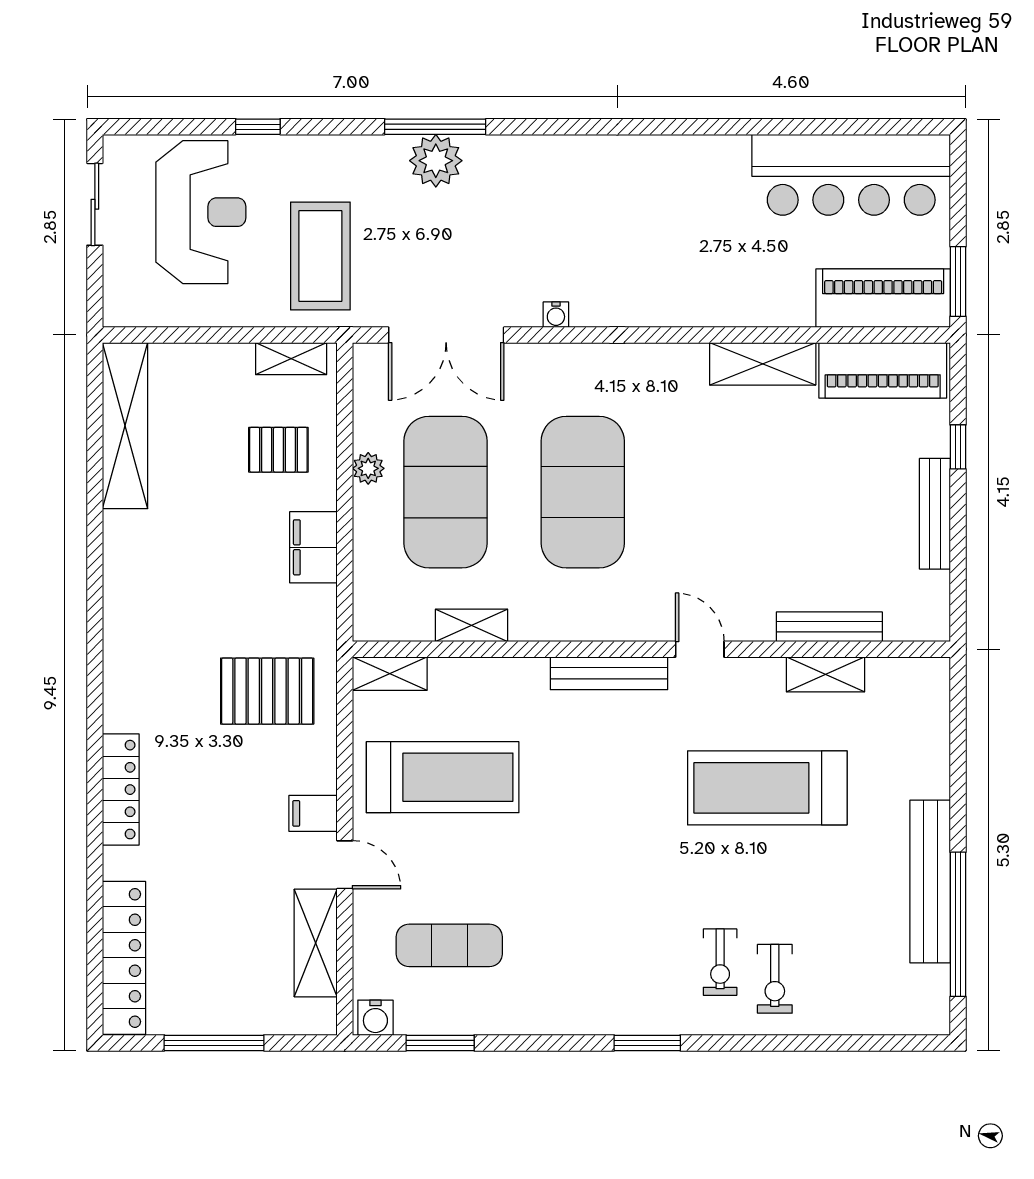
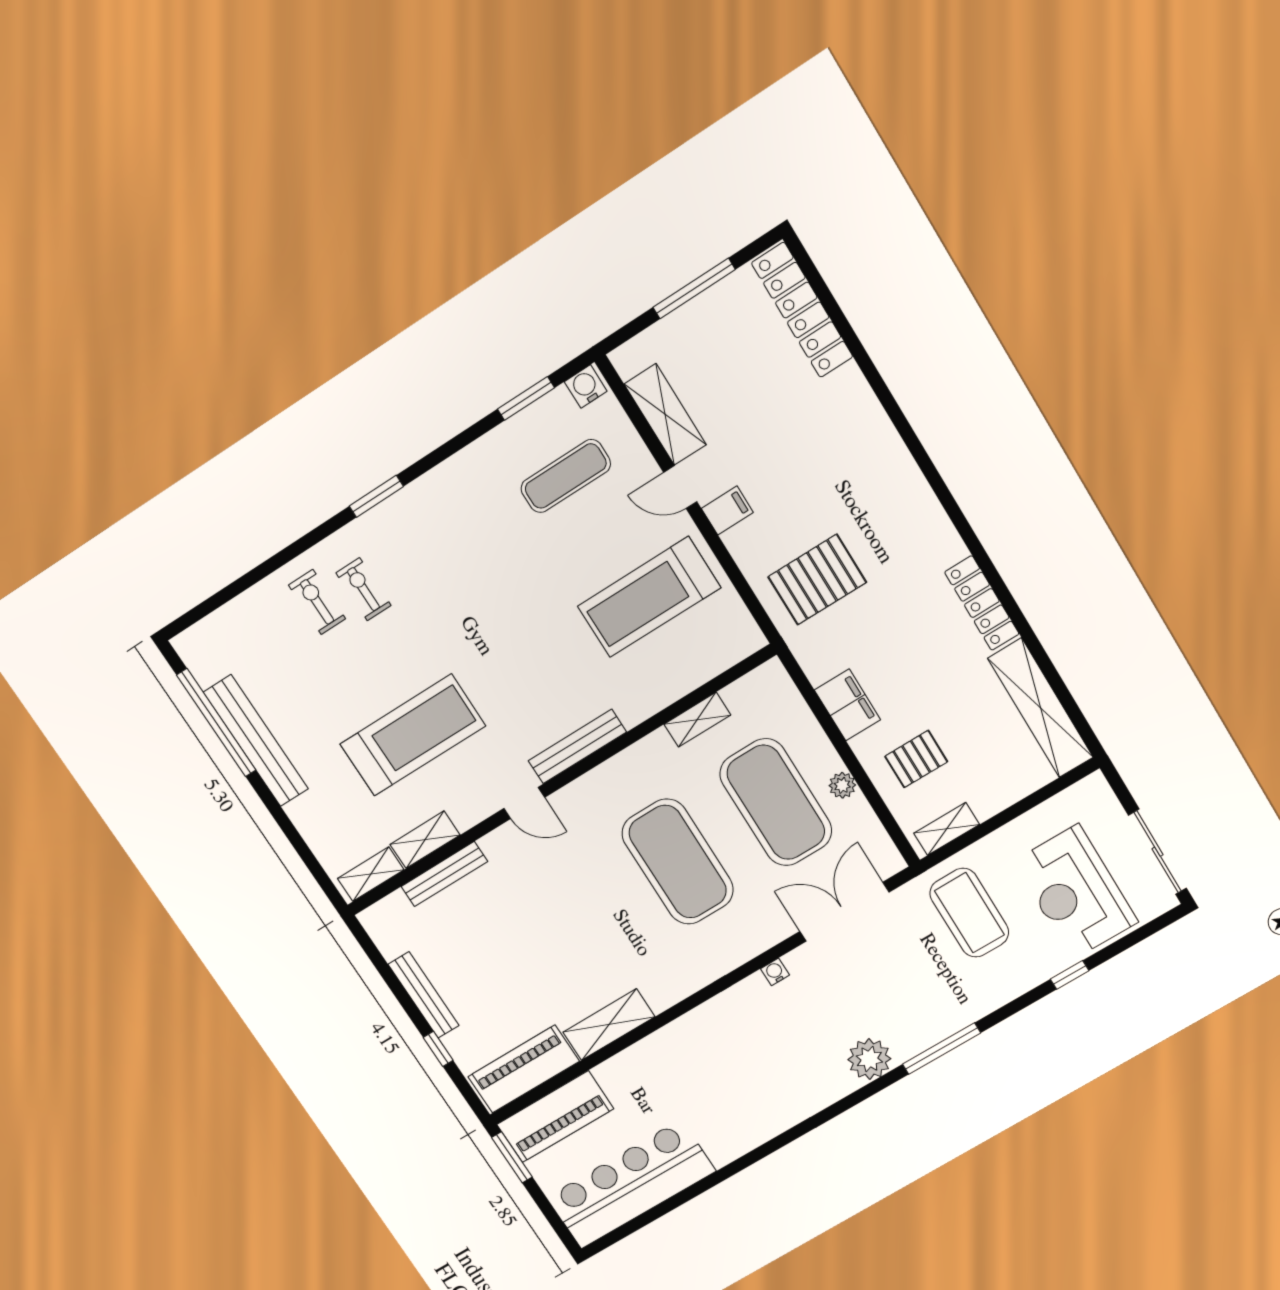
plant: (436, 161) -> (869, 1059), moved
sliding door: (95, 204) -> (1158, 852), width x1.37
shelving: (390, 674) -> (371, 874), moved
locker: (121, 790) -> (982, 603), moved

